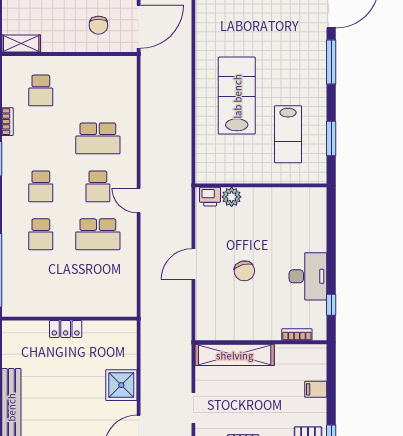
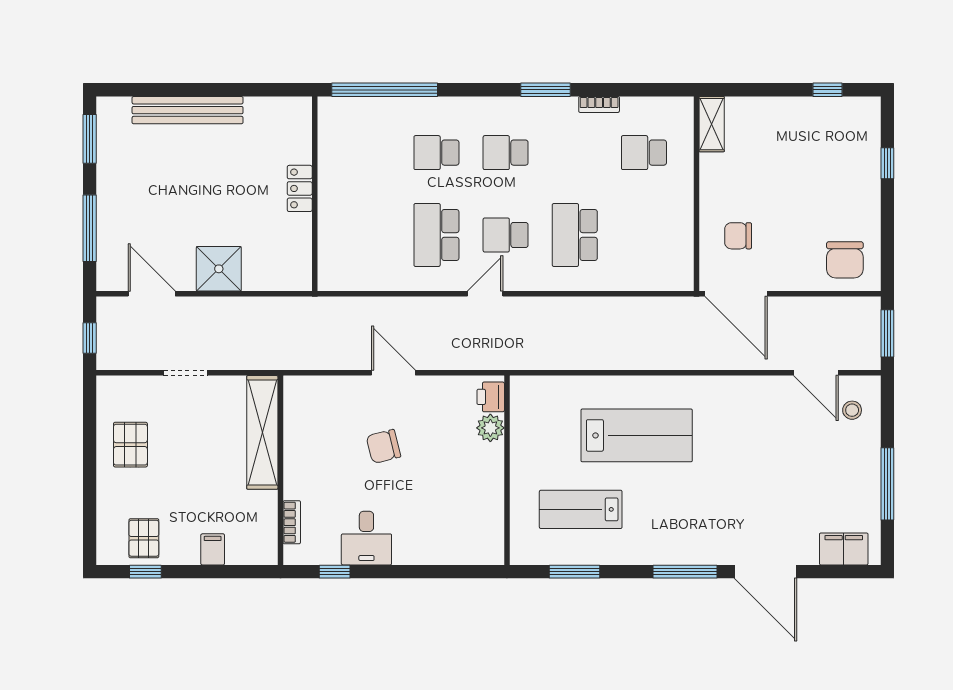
desk: (308, 276) -> (366, 538), width x0.73

